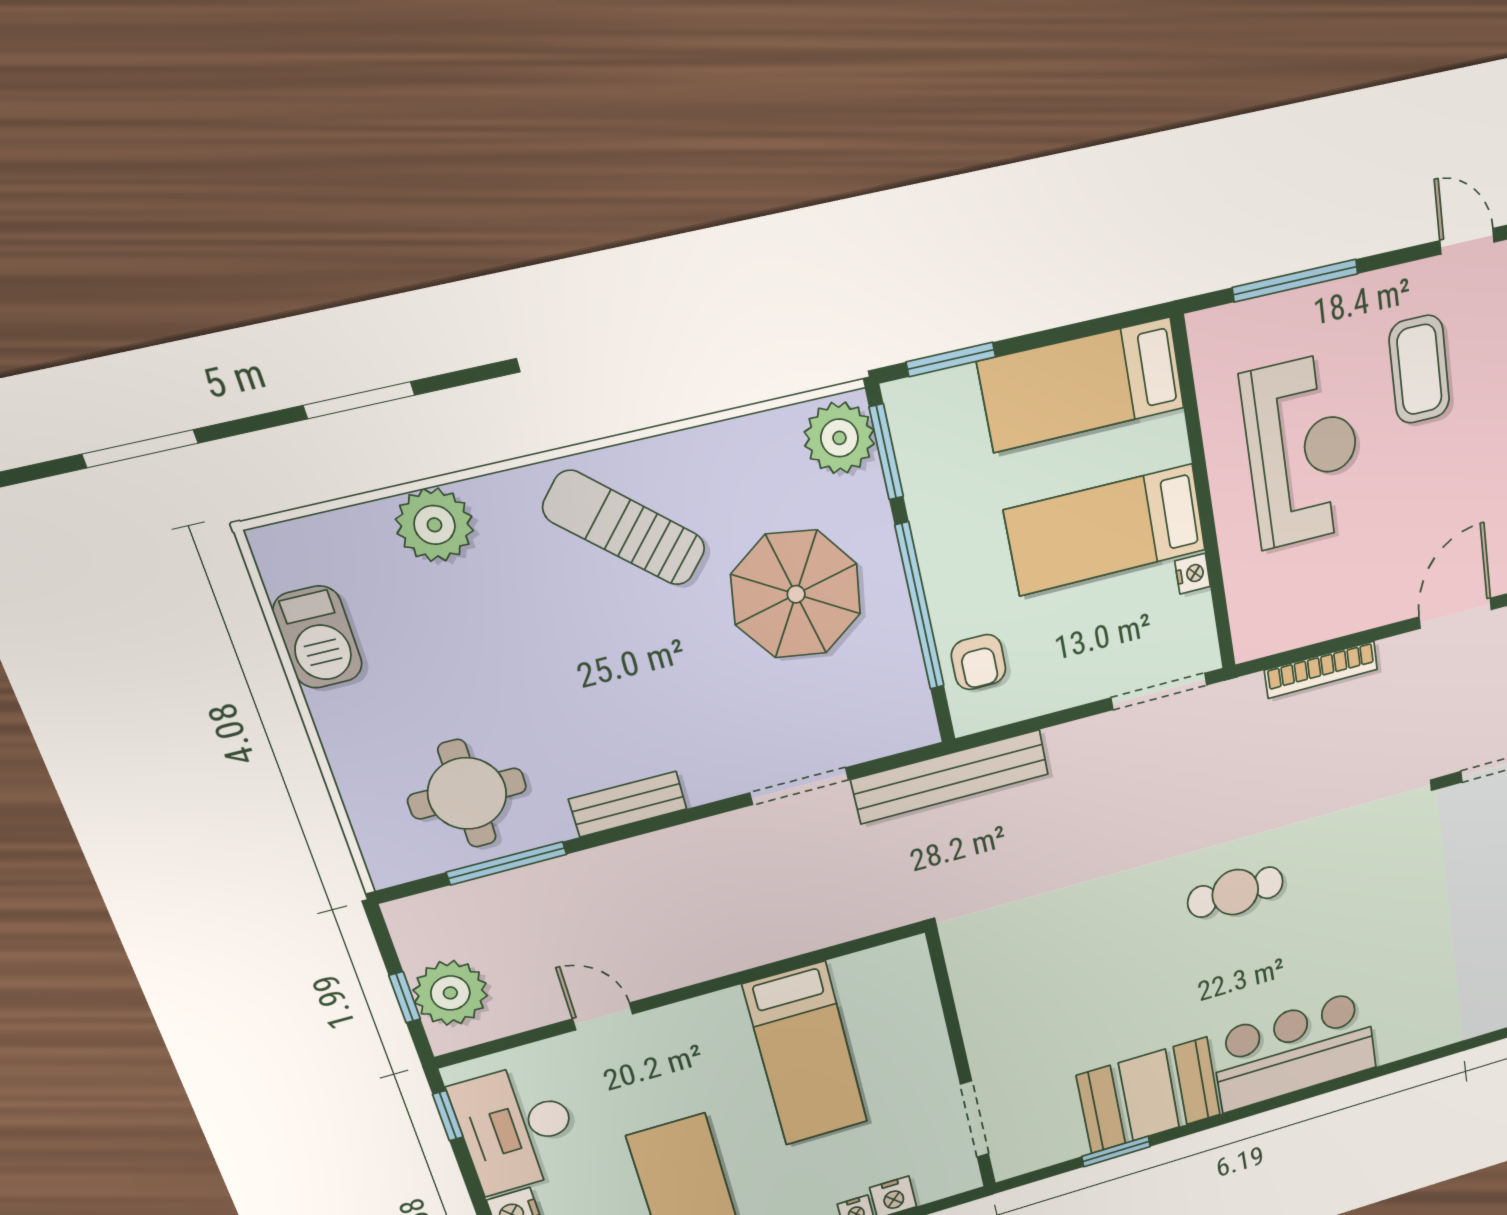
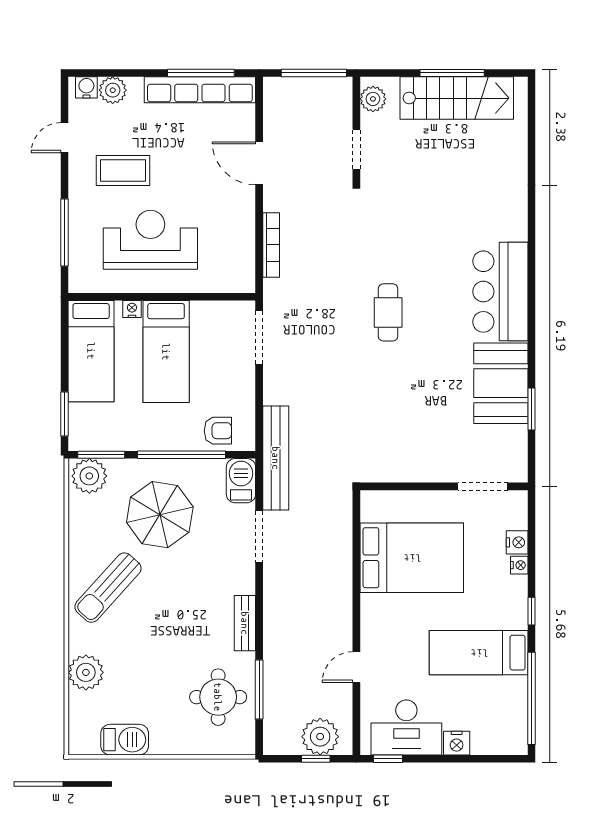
nightstand: (1193, 574) -> (132, 309), moved
barbecue: (895, 727) -> (241, 481), added
bed: (806, 1054) -> (412, 558), width x1.50

